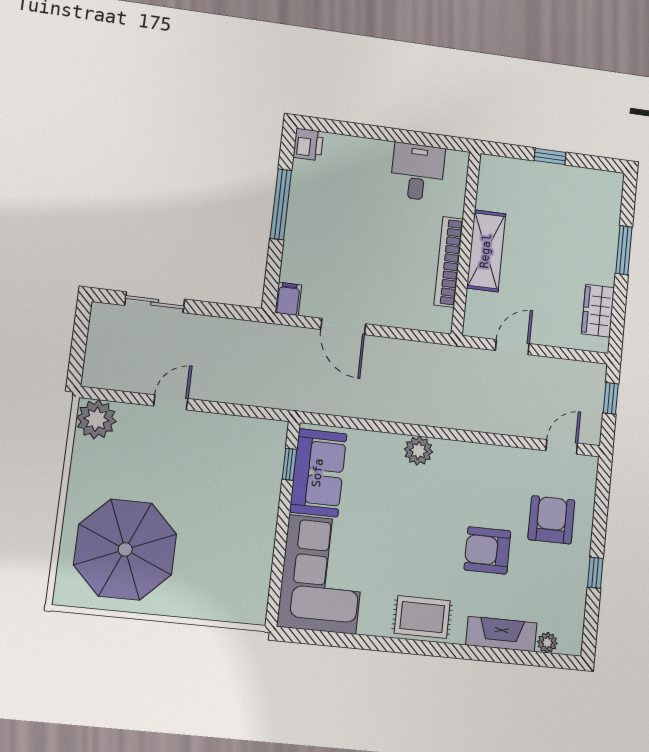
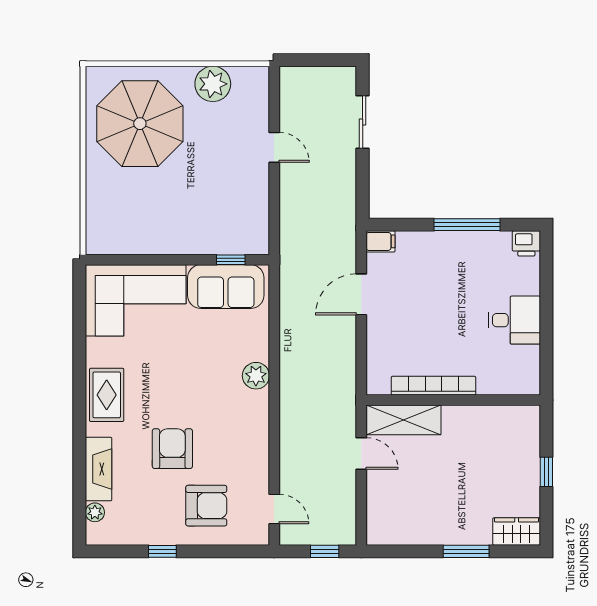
desk: (418, 172) -> (514, 320), moved
shelving: (486, 251) -> (404, 420), moved
wardrobe: (598, 311) -> (517, 531), moved
plant: (96, 419) -> (213, 84), moved

